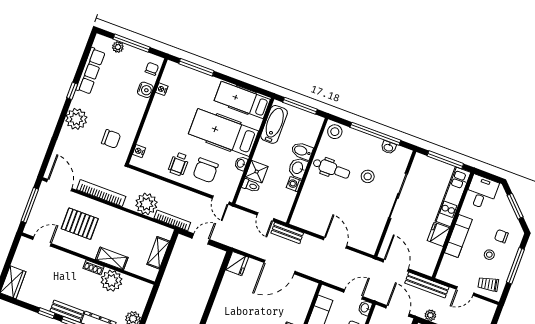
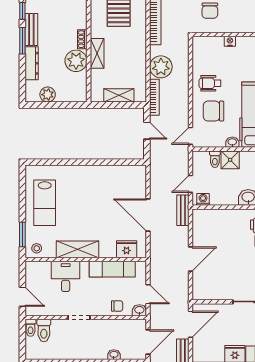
nightstand: (139, 151) -> (230, 41), moved
washing machine: (294, 184) -> (203, 199), moved
fridge: (237, 264) -> (127, 249), moved, turned 180

